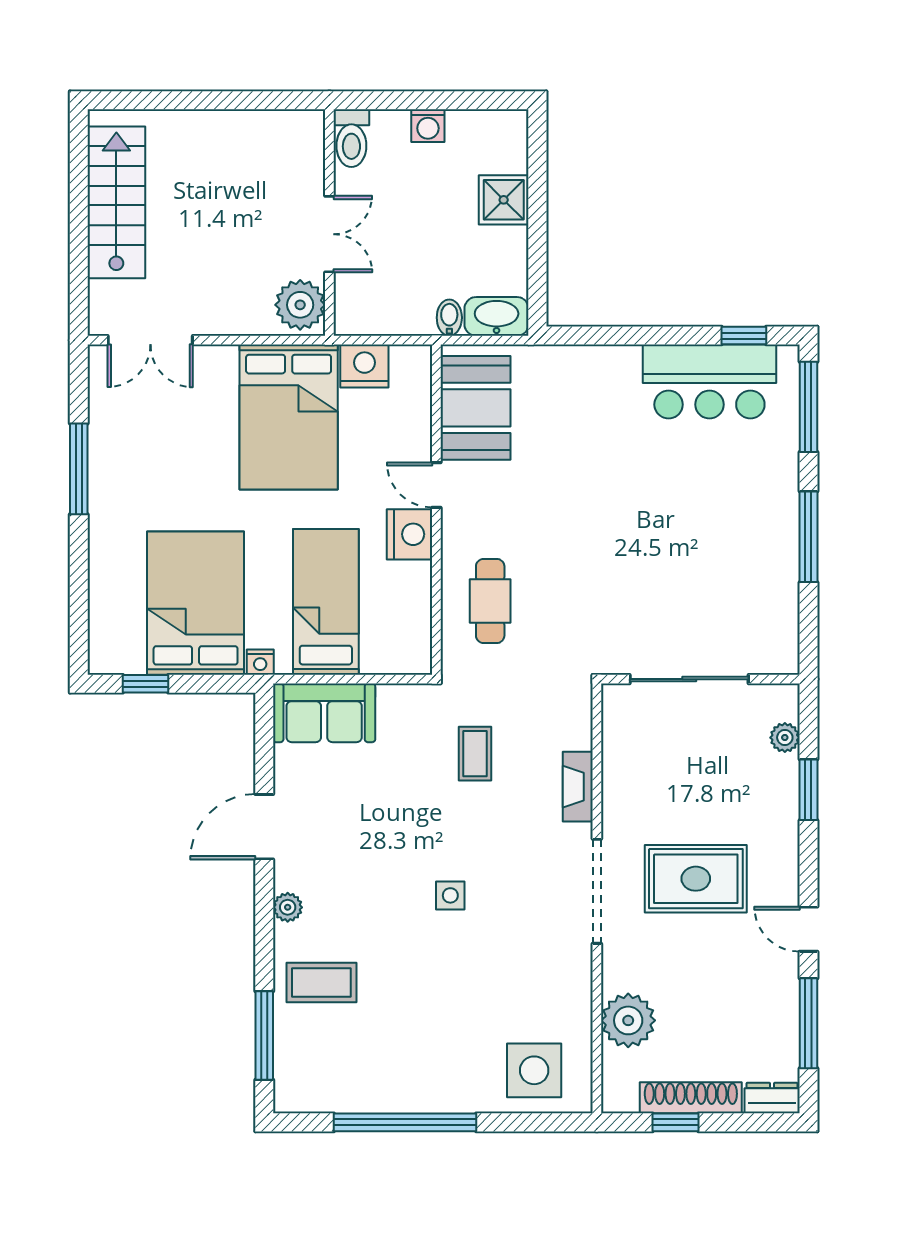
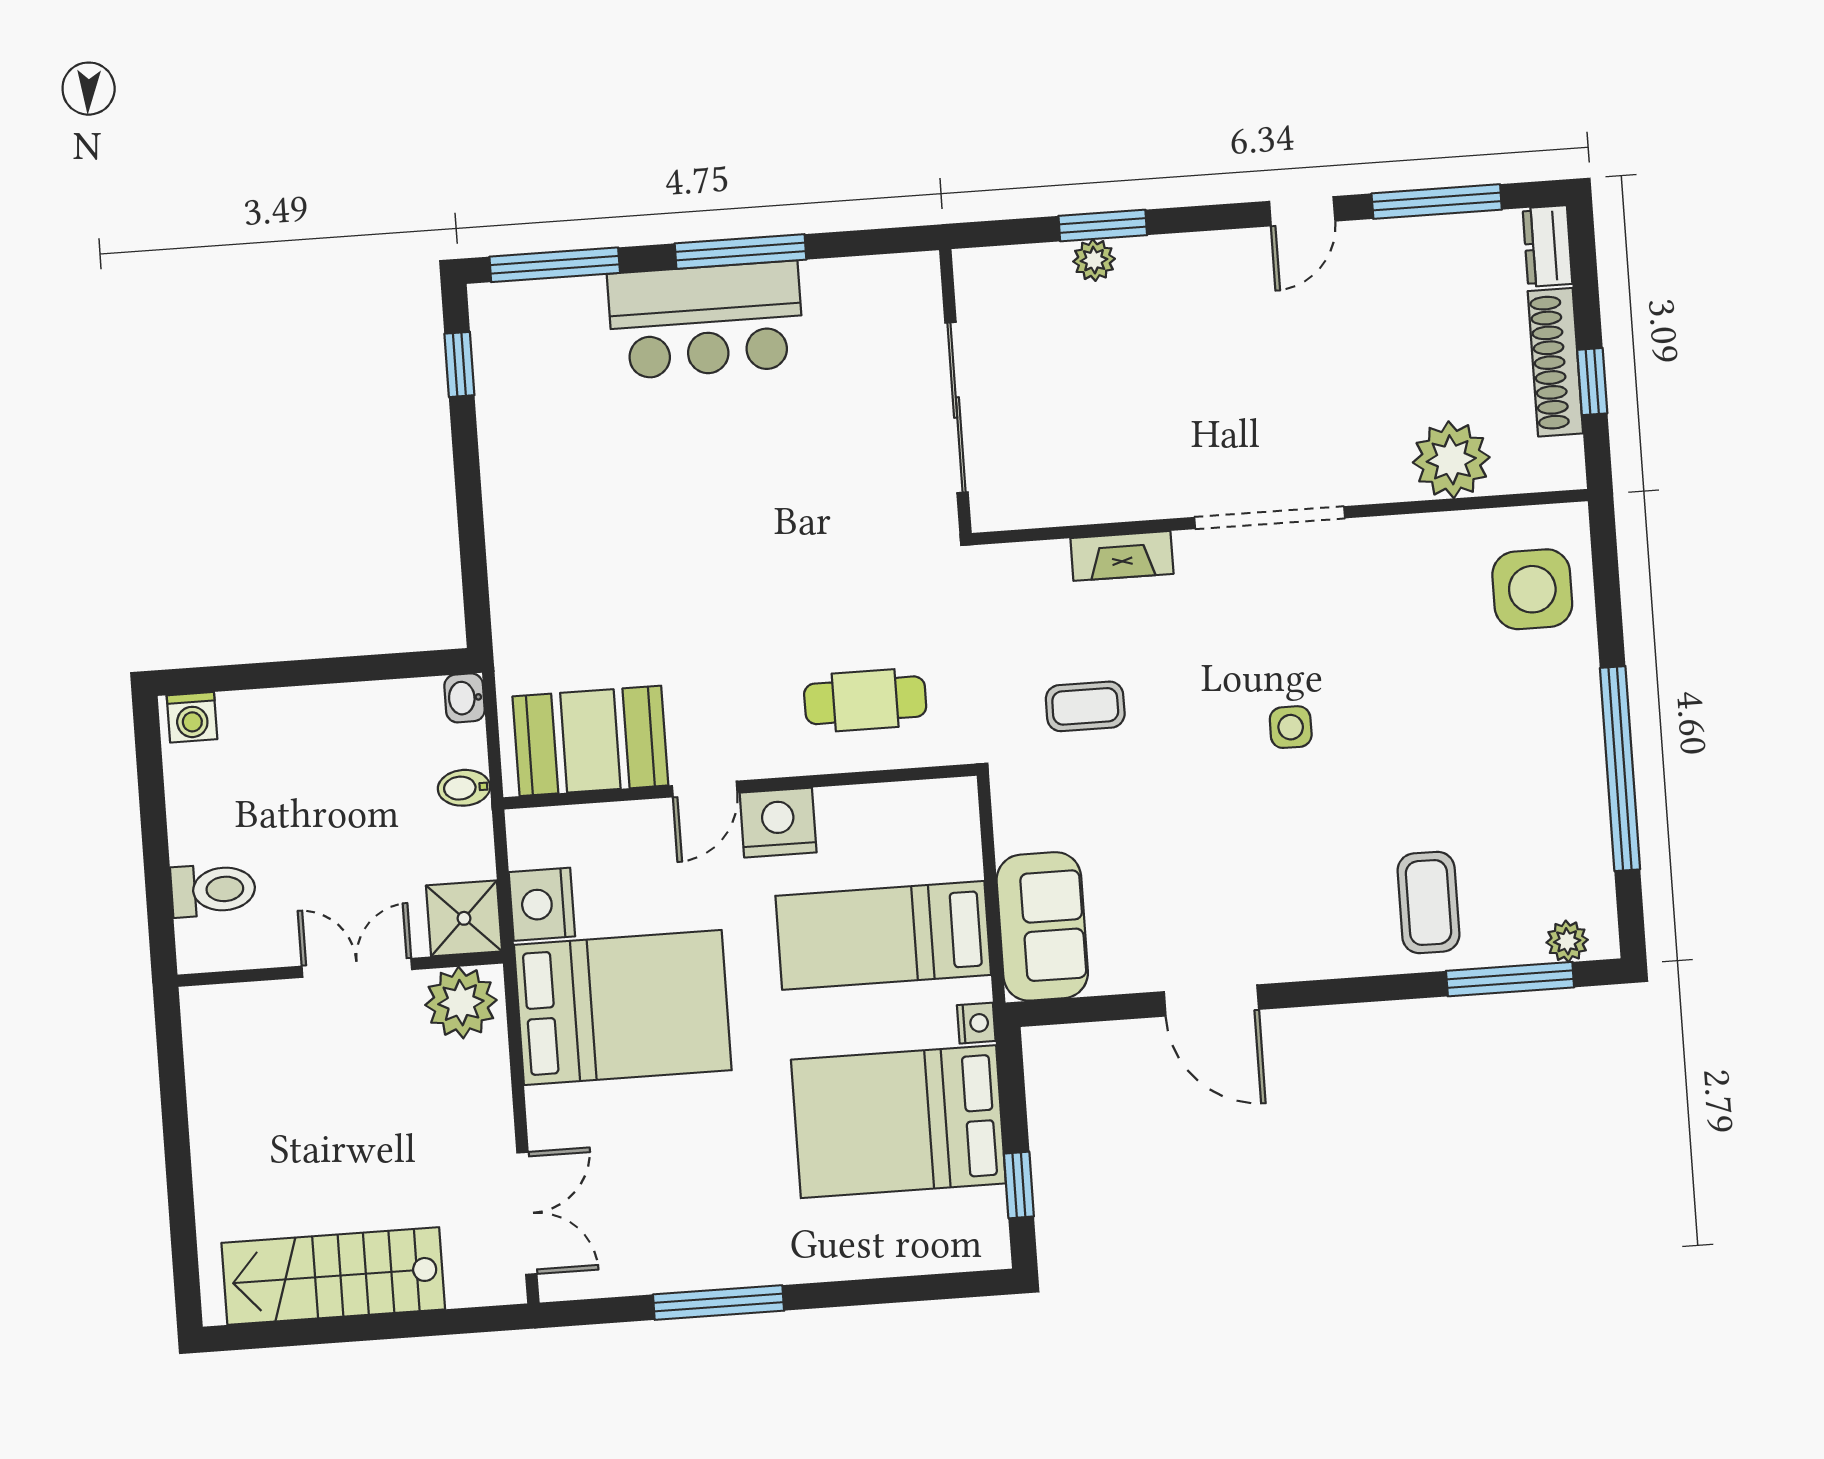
washing machine: (428, 126) -> (192, 717), moved, turned 90
toilet: (351, 138) -> (213, 890), moved
shower: (504, 200) -> (464, 918), moved
washbasin: (497, 316) -> (464, 698), width x0.52, depth x0.69
bar counter: (709, 382) -> (706, 320), moved, turned 90
plant: (785, 738) -> (1094, 260), moved
rug: (696, 879) -> (1241, 378), removed
plant: (288, 907) -> (1567, 941), moved

